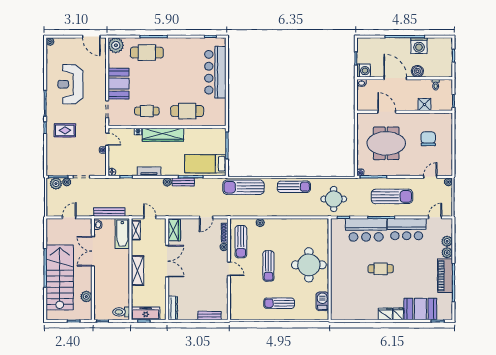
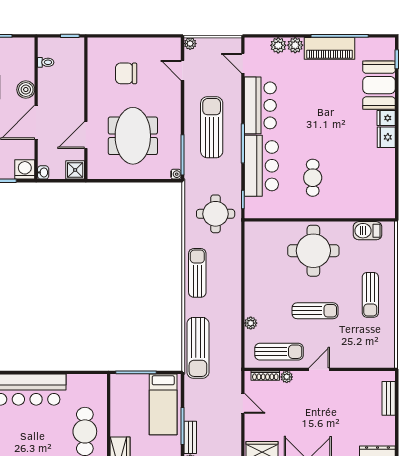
shower: (424, 105) -> (75, 170), moved
cafe table: (381, 269) -> (313, 178), moved

